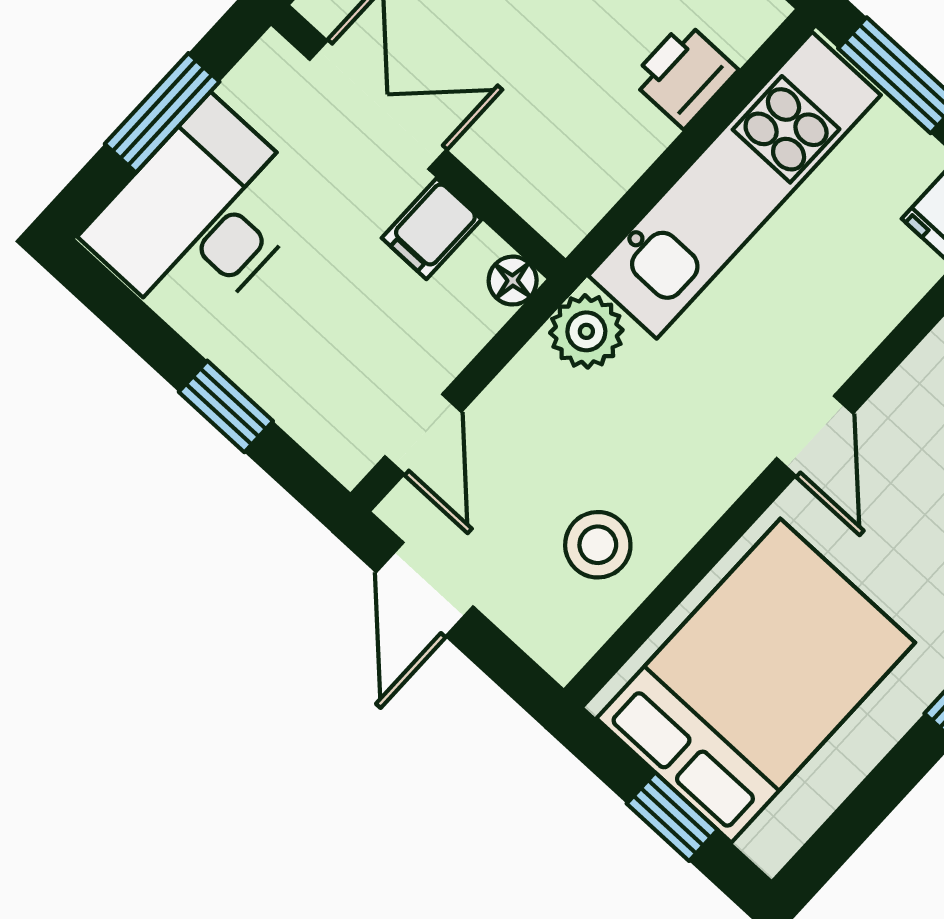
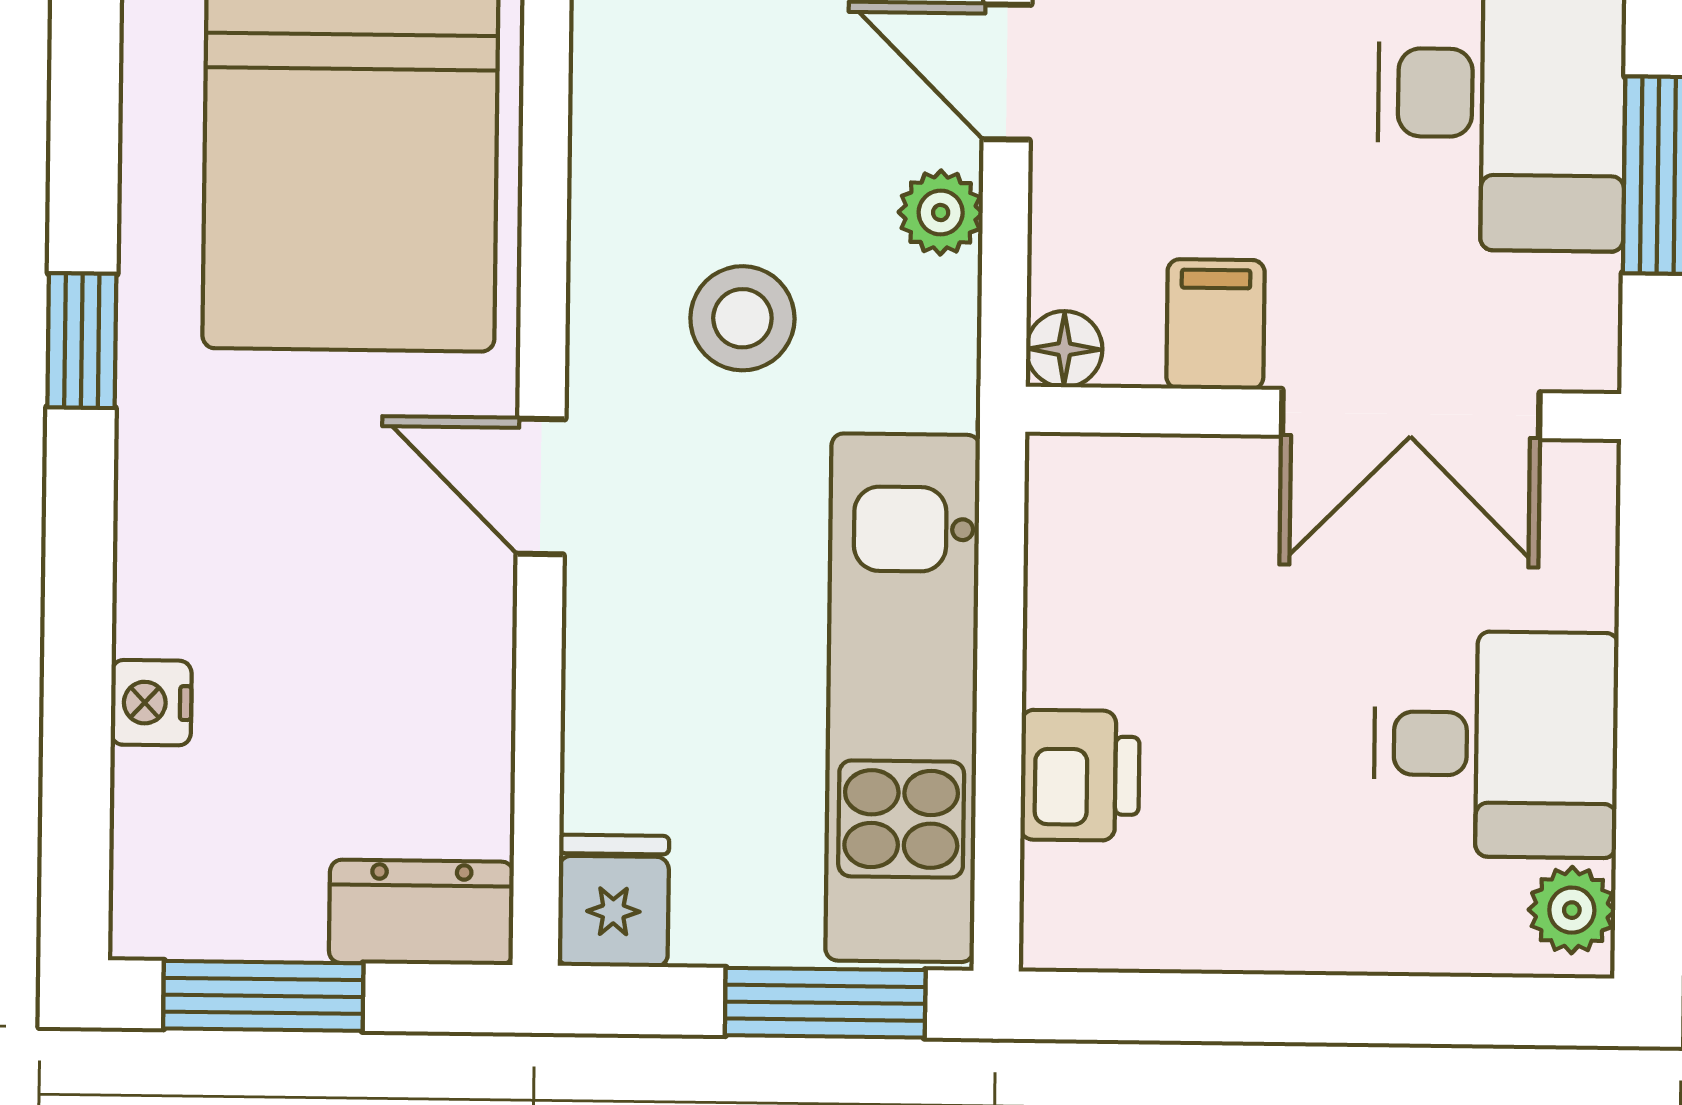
plant: (586, 331) -> (941, 212), moved, width x0.73, depth x0.73
stool: (598, 545) -> (742, 318), moved

